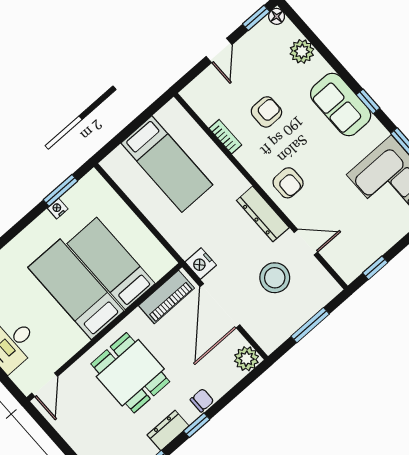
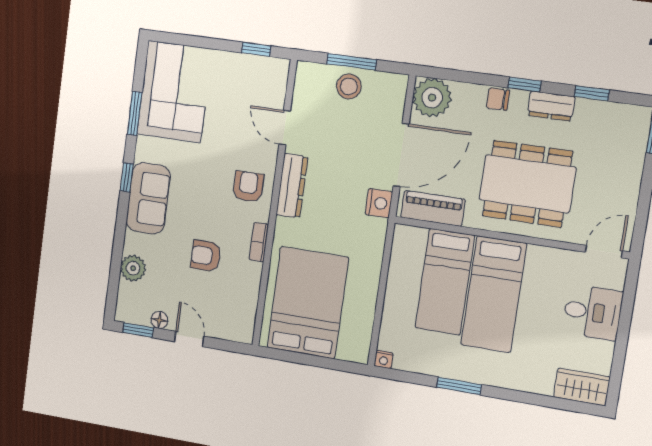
floor lamp: (277, 16) -> (159, 320), moved
door: (219, 50) -> (189, 339), hinge flipped
bookcase: (225, 137) -> (259, 242), moved
bed: (167, 164) -> (308, 303), width x1.50
window: (60, 190) -> (459, 386), moved
nightstand: (58, 209) -> (384, 359), moved
stool: (275, 278) -> (349, 86), moved, width x0.73, depth x0.73
plant: (246, 359) -> (432, 98), width x1.36, depth x1.36
dining table: (130, 373) -> (527, 184), width x1.38

